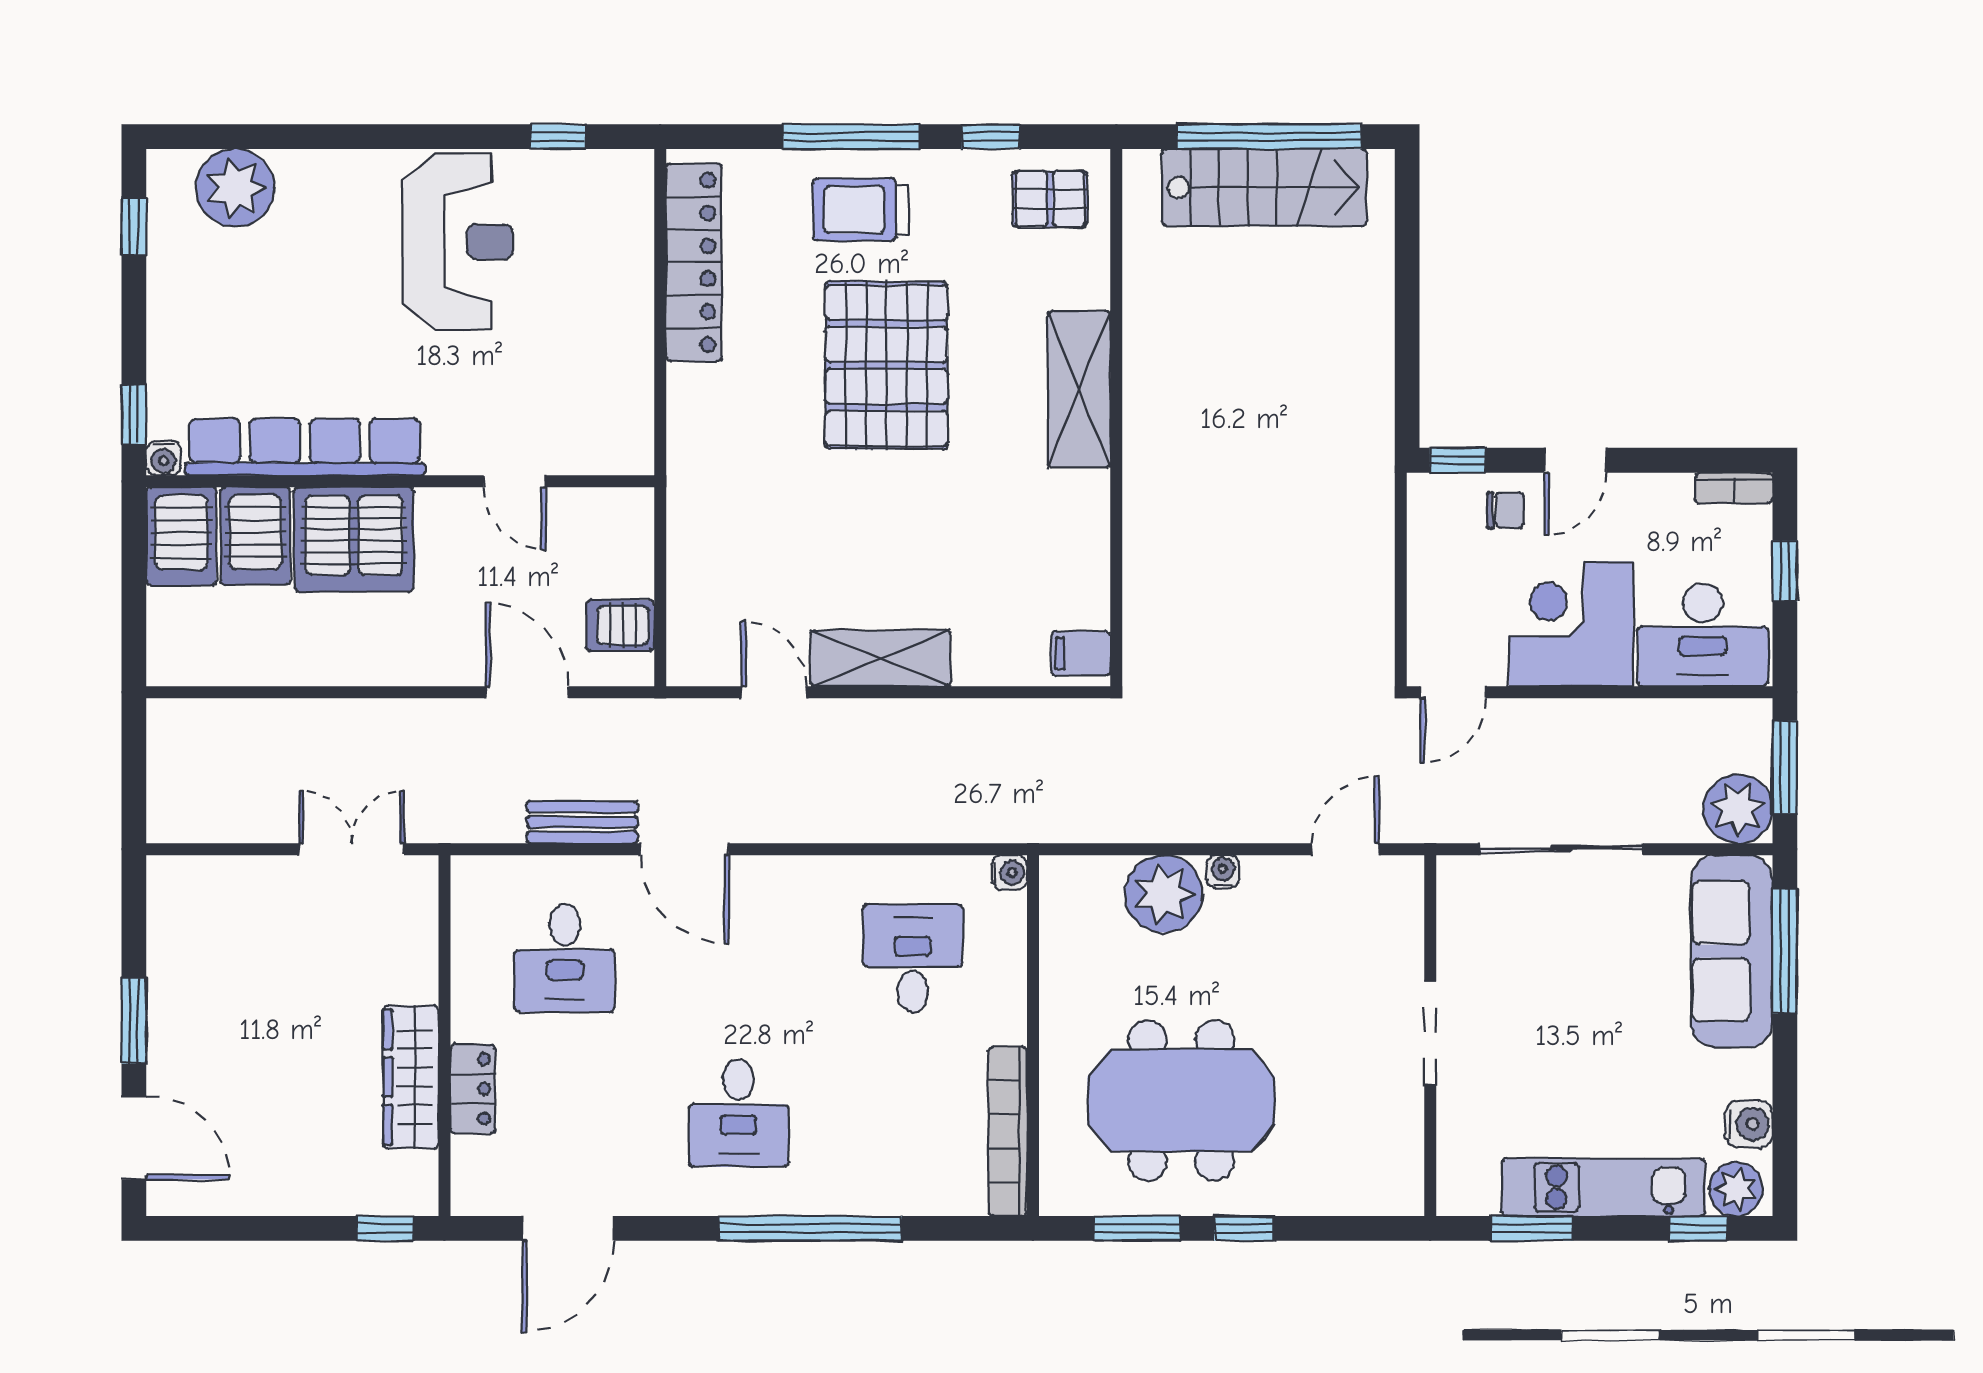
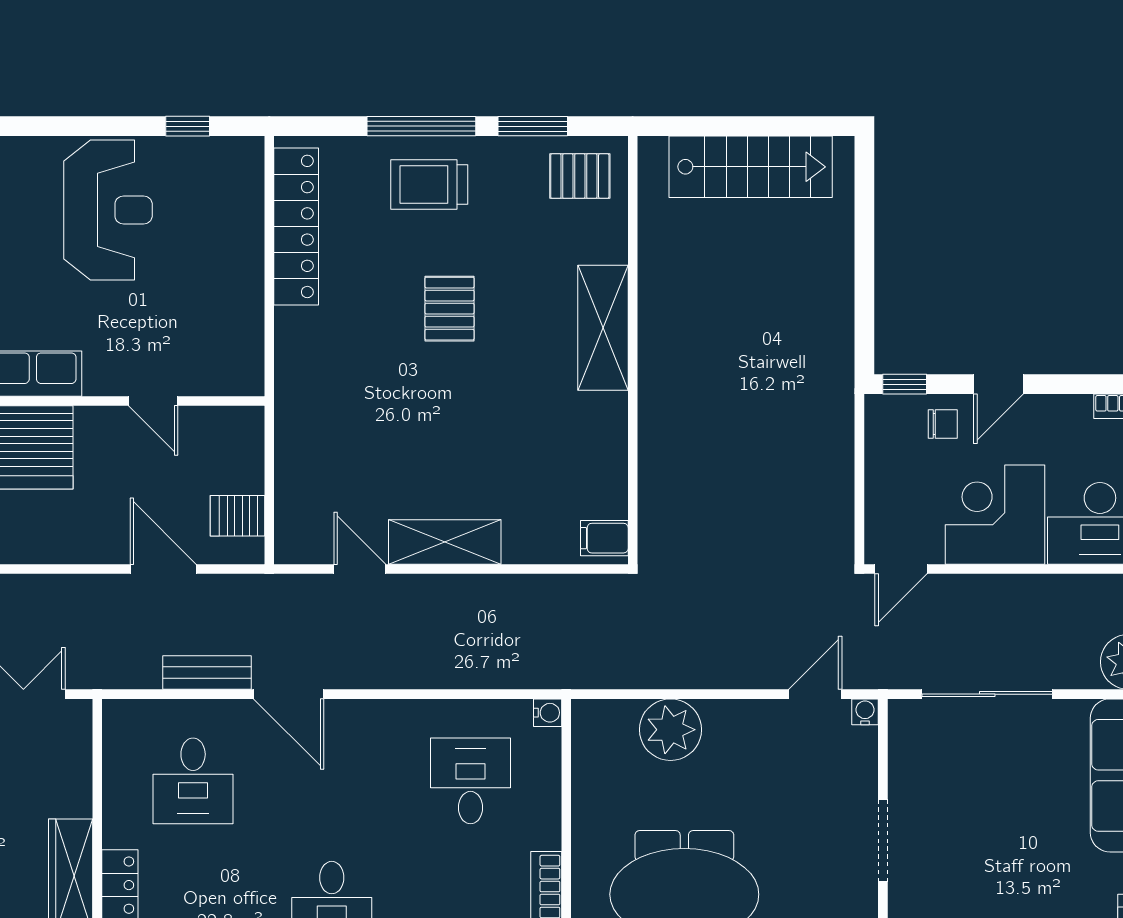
window: (991, 137) -> (533, 126), width x1.50
window: (1269, 137) -> (754, 126), removed
pallet: (886, 365) -> (450, 309), width x0.49, depth x0.50
water cooler: (1223, 872) -> (865, 712), moved

